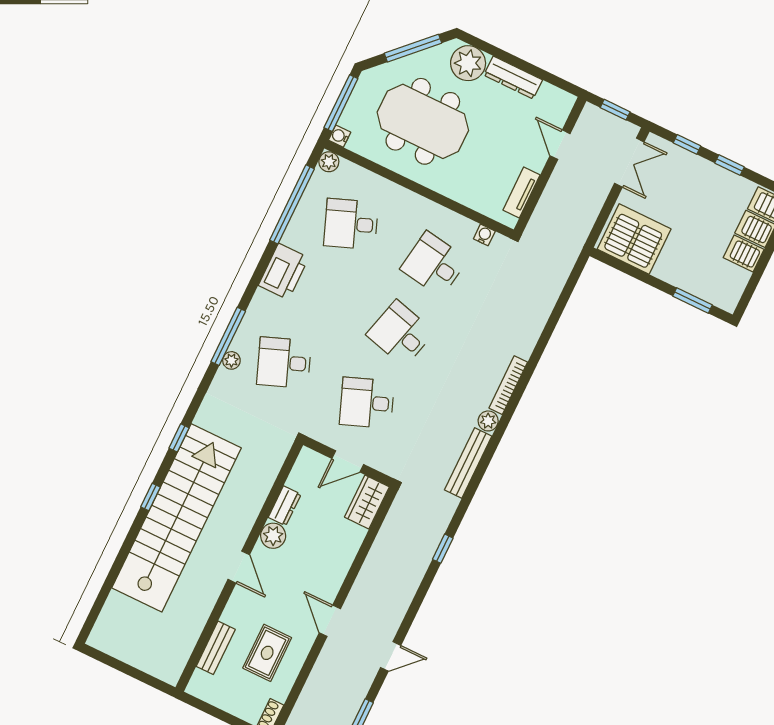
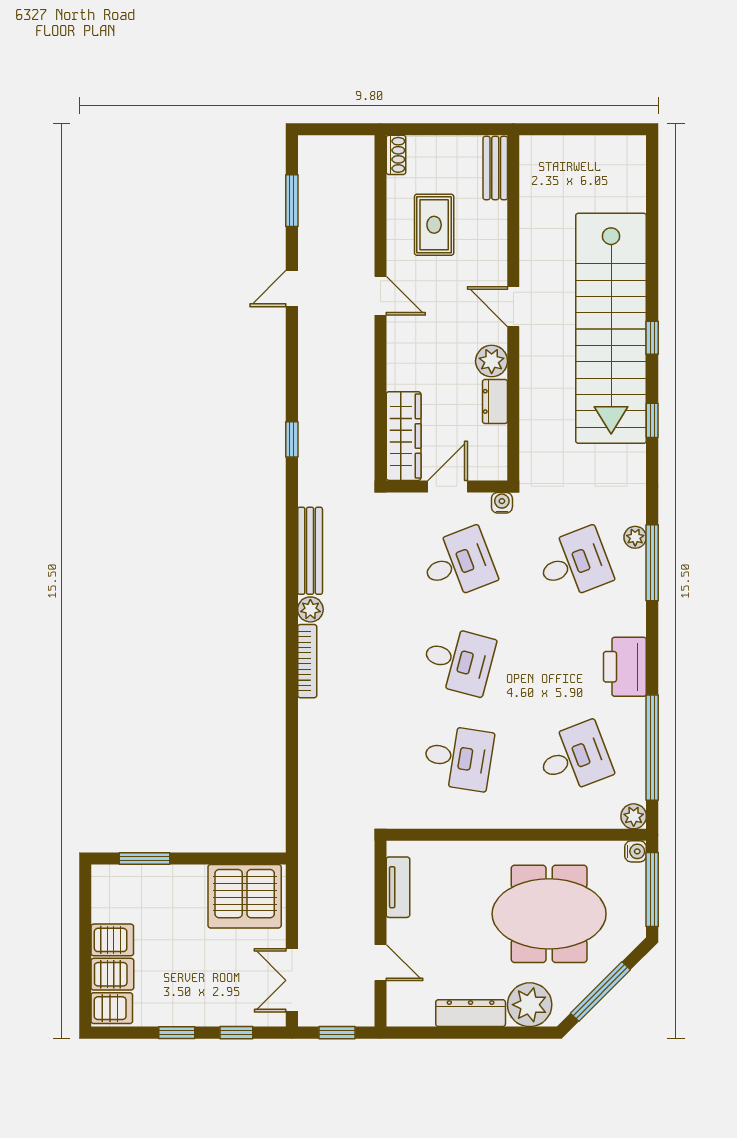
water cooler: (484, 235) -> (502, 503), moved, turned 180
wardrobe: (367, 502) -> (404, 436), width x1.50
bench: (216, 648) -> (495, 168), moved

